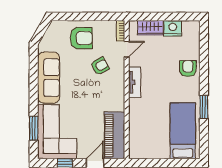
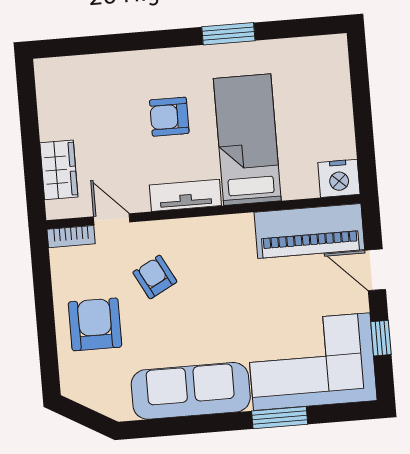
nightstand: (173, 28) -> (339, 178), moved, turned -90
armchair: (188, 69) -> (169, 117), moved
window: (34, 128) -> (280, 418), moved
bed: (183, 131) -> (247, 140), moved, turned 90

